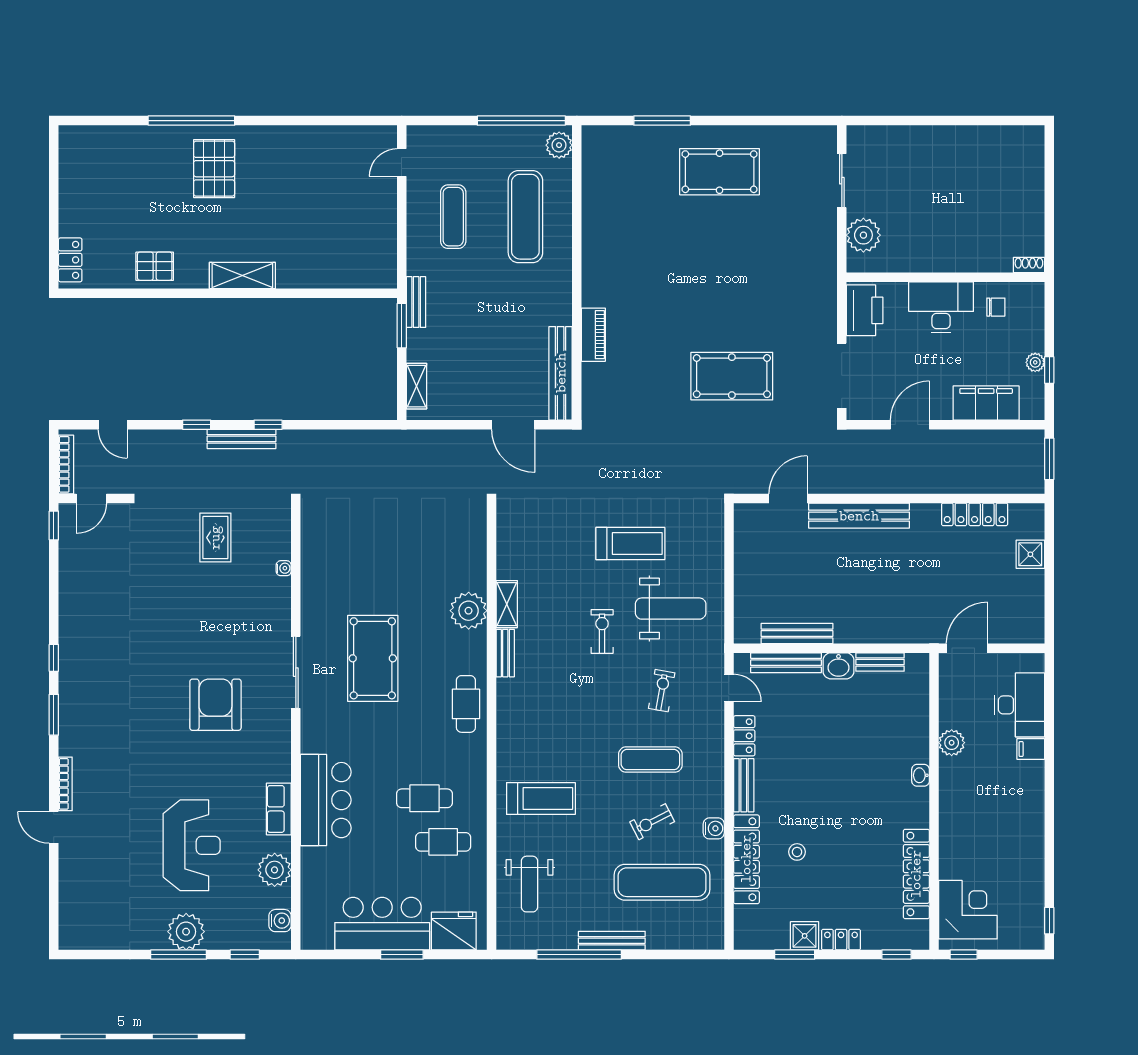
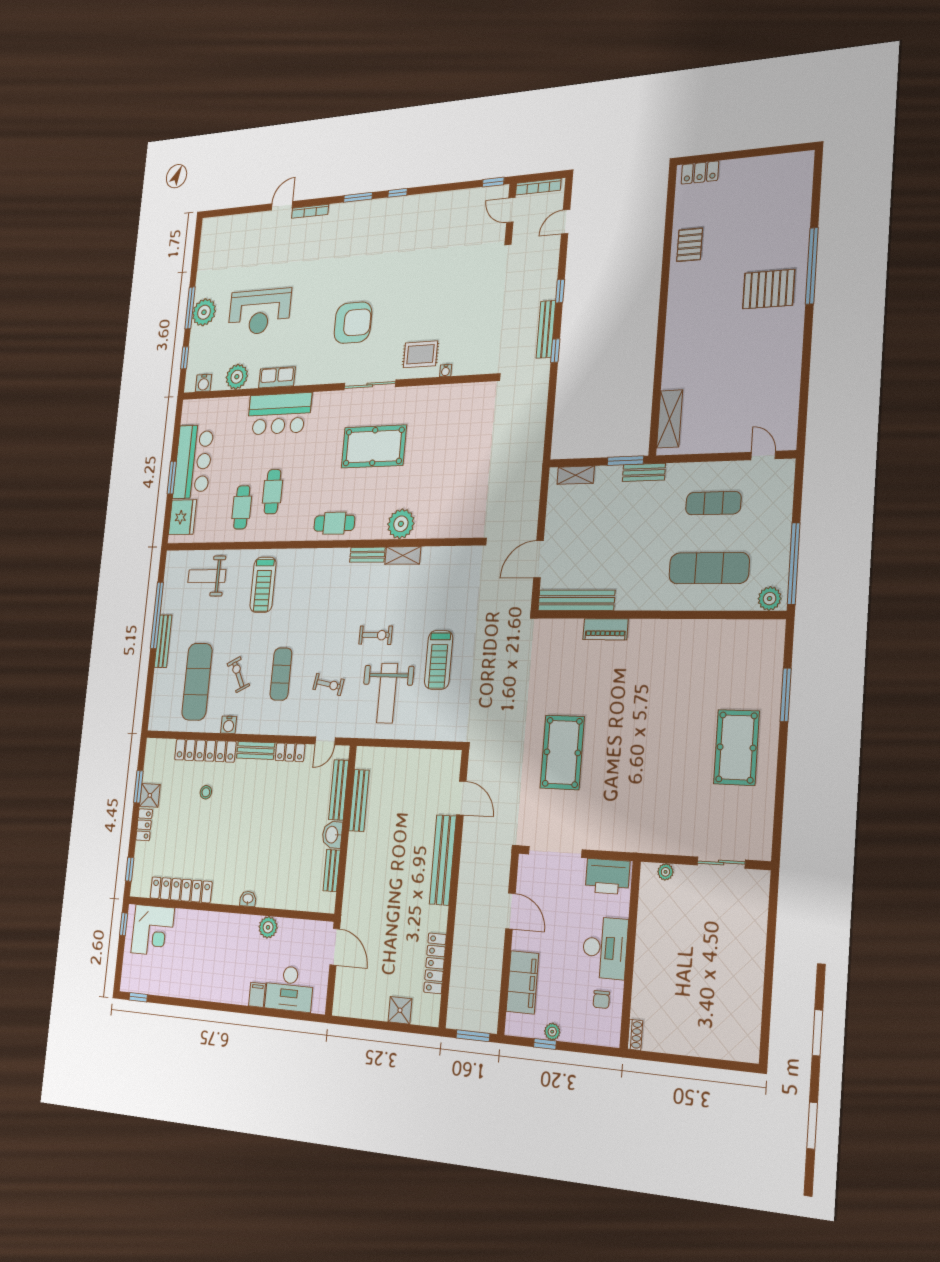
plant: (863, 235) -> (665, 872), width x0.53, depth x0.53
shelving: (242, 276) -> (670, 419), moved
rug: (215, 538) -> (420, 354), moved

